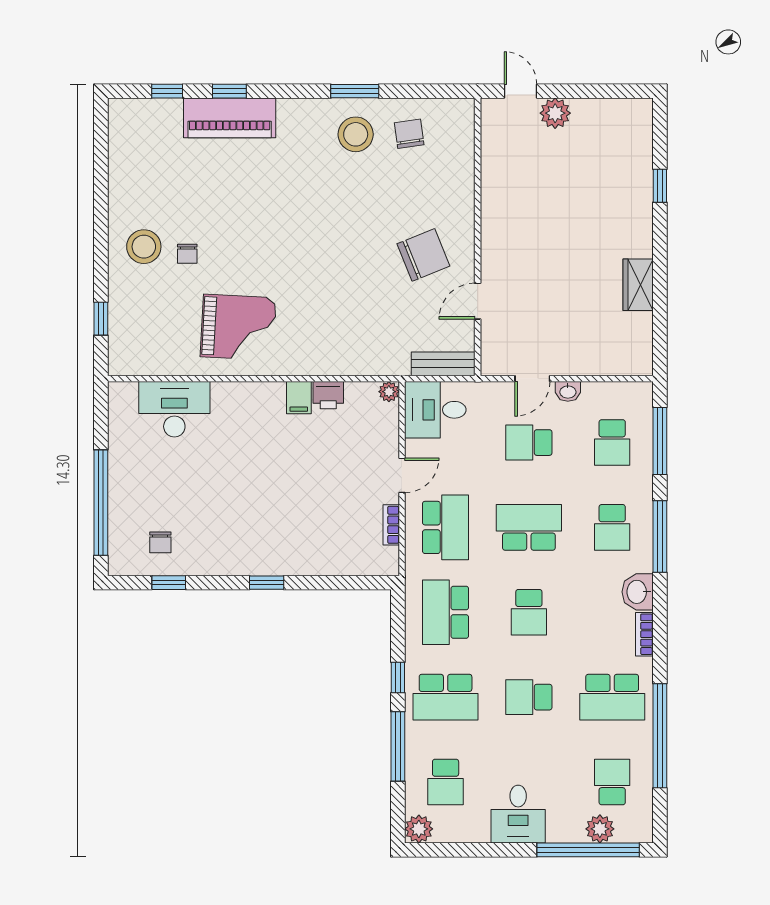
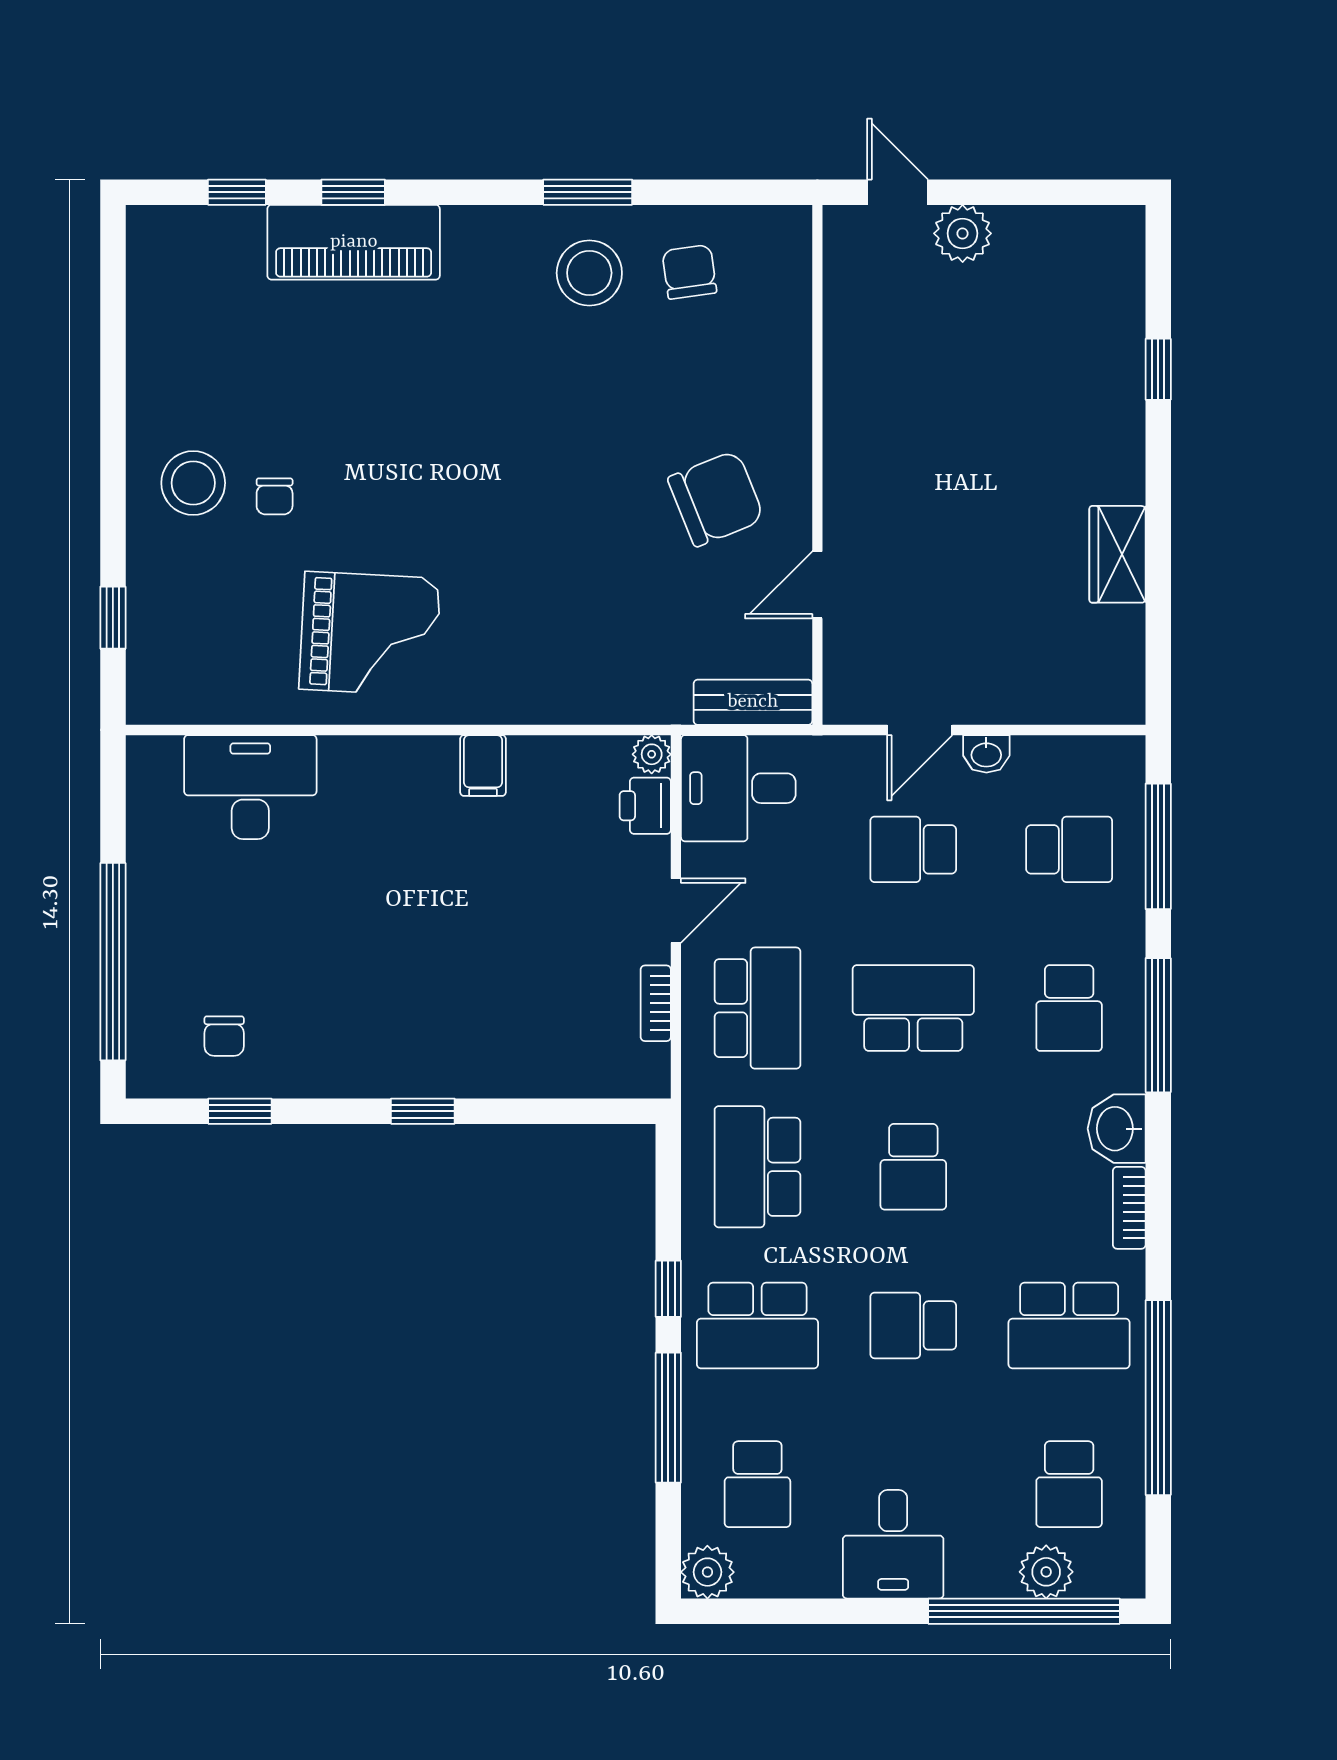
printer: (328, 395) -> (645, 806), moved, turned 90
school desk: (612, 443) -> (1069, 849), turned -90
school desk: (612, 782) -> (1069, 1484), turned 180

